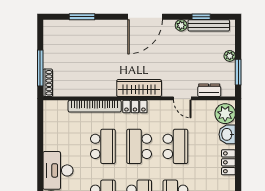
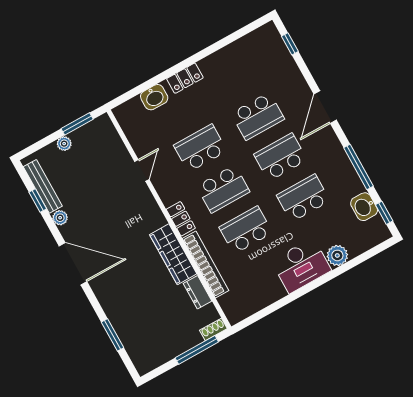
shoe rack: (48, 83) -> (213, 329), width x0.70
wardrobe: (139, 88) -> (173, 254), moved
dresser: (209, 90) -> (198, 292), moved
plant: (225, 114) -> (132, 113), removed

